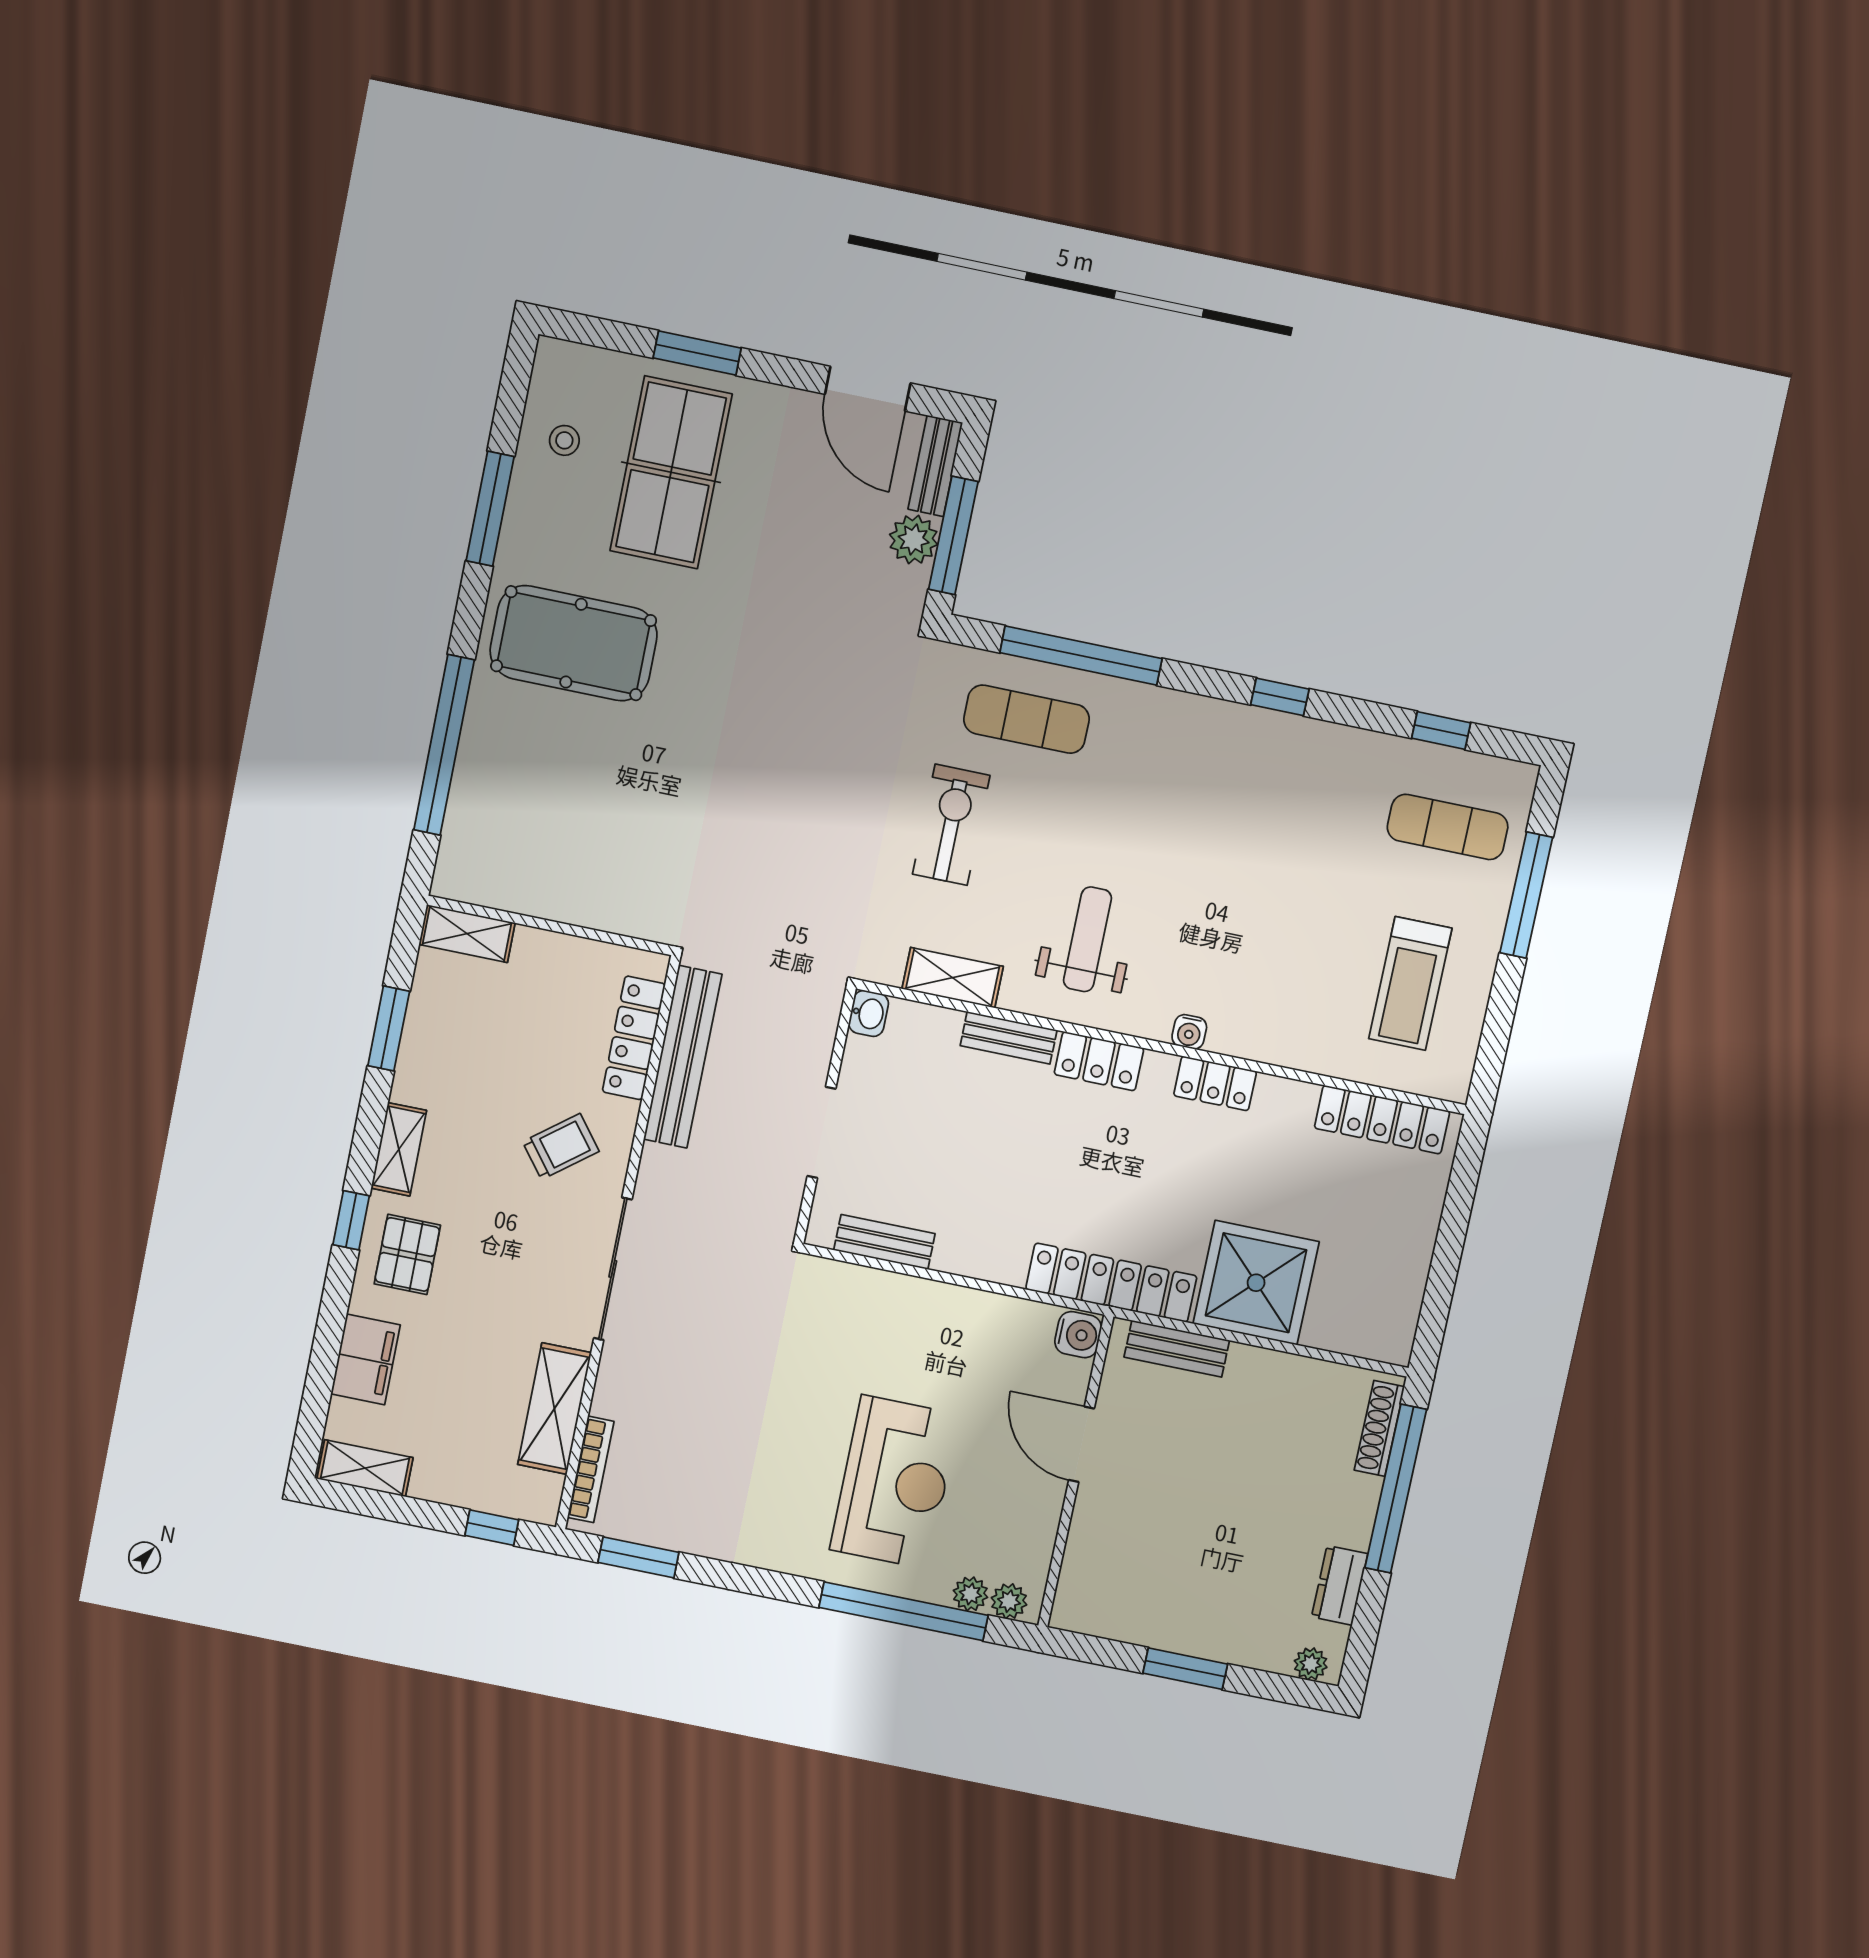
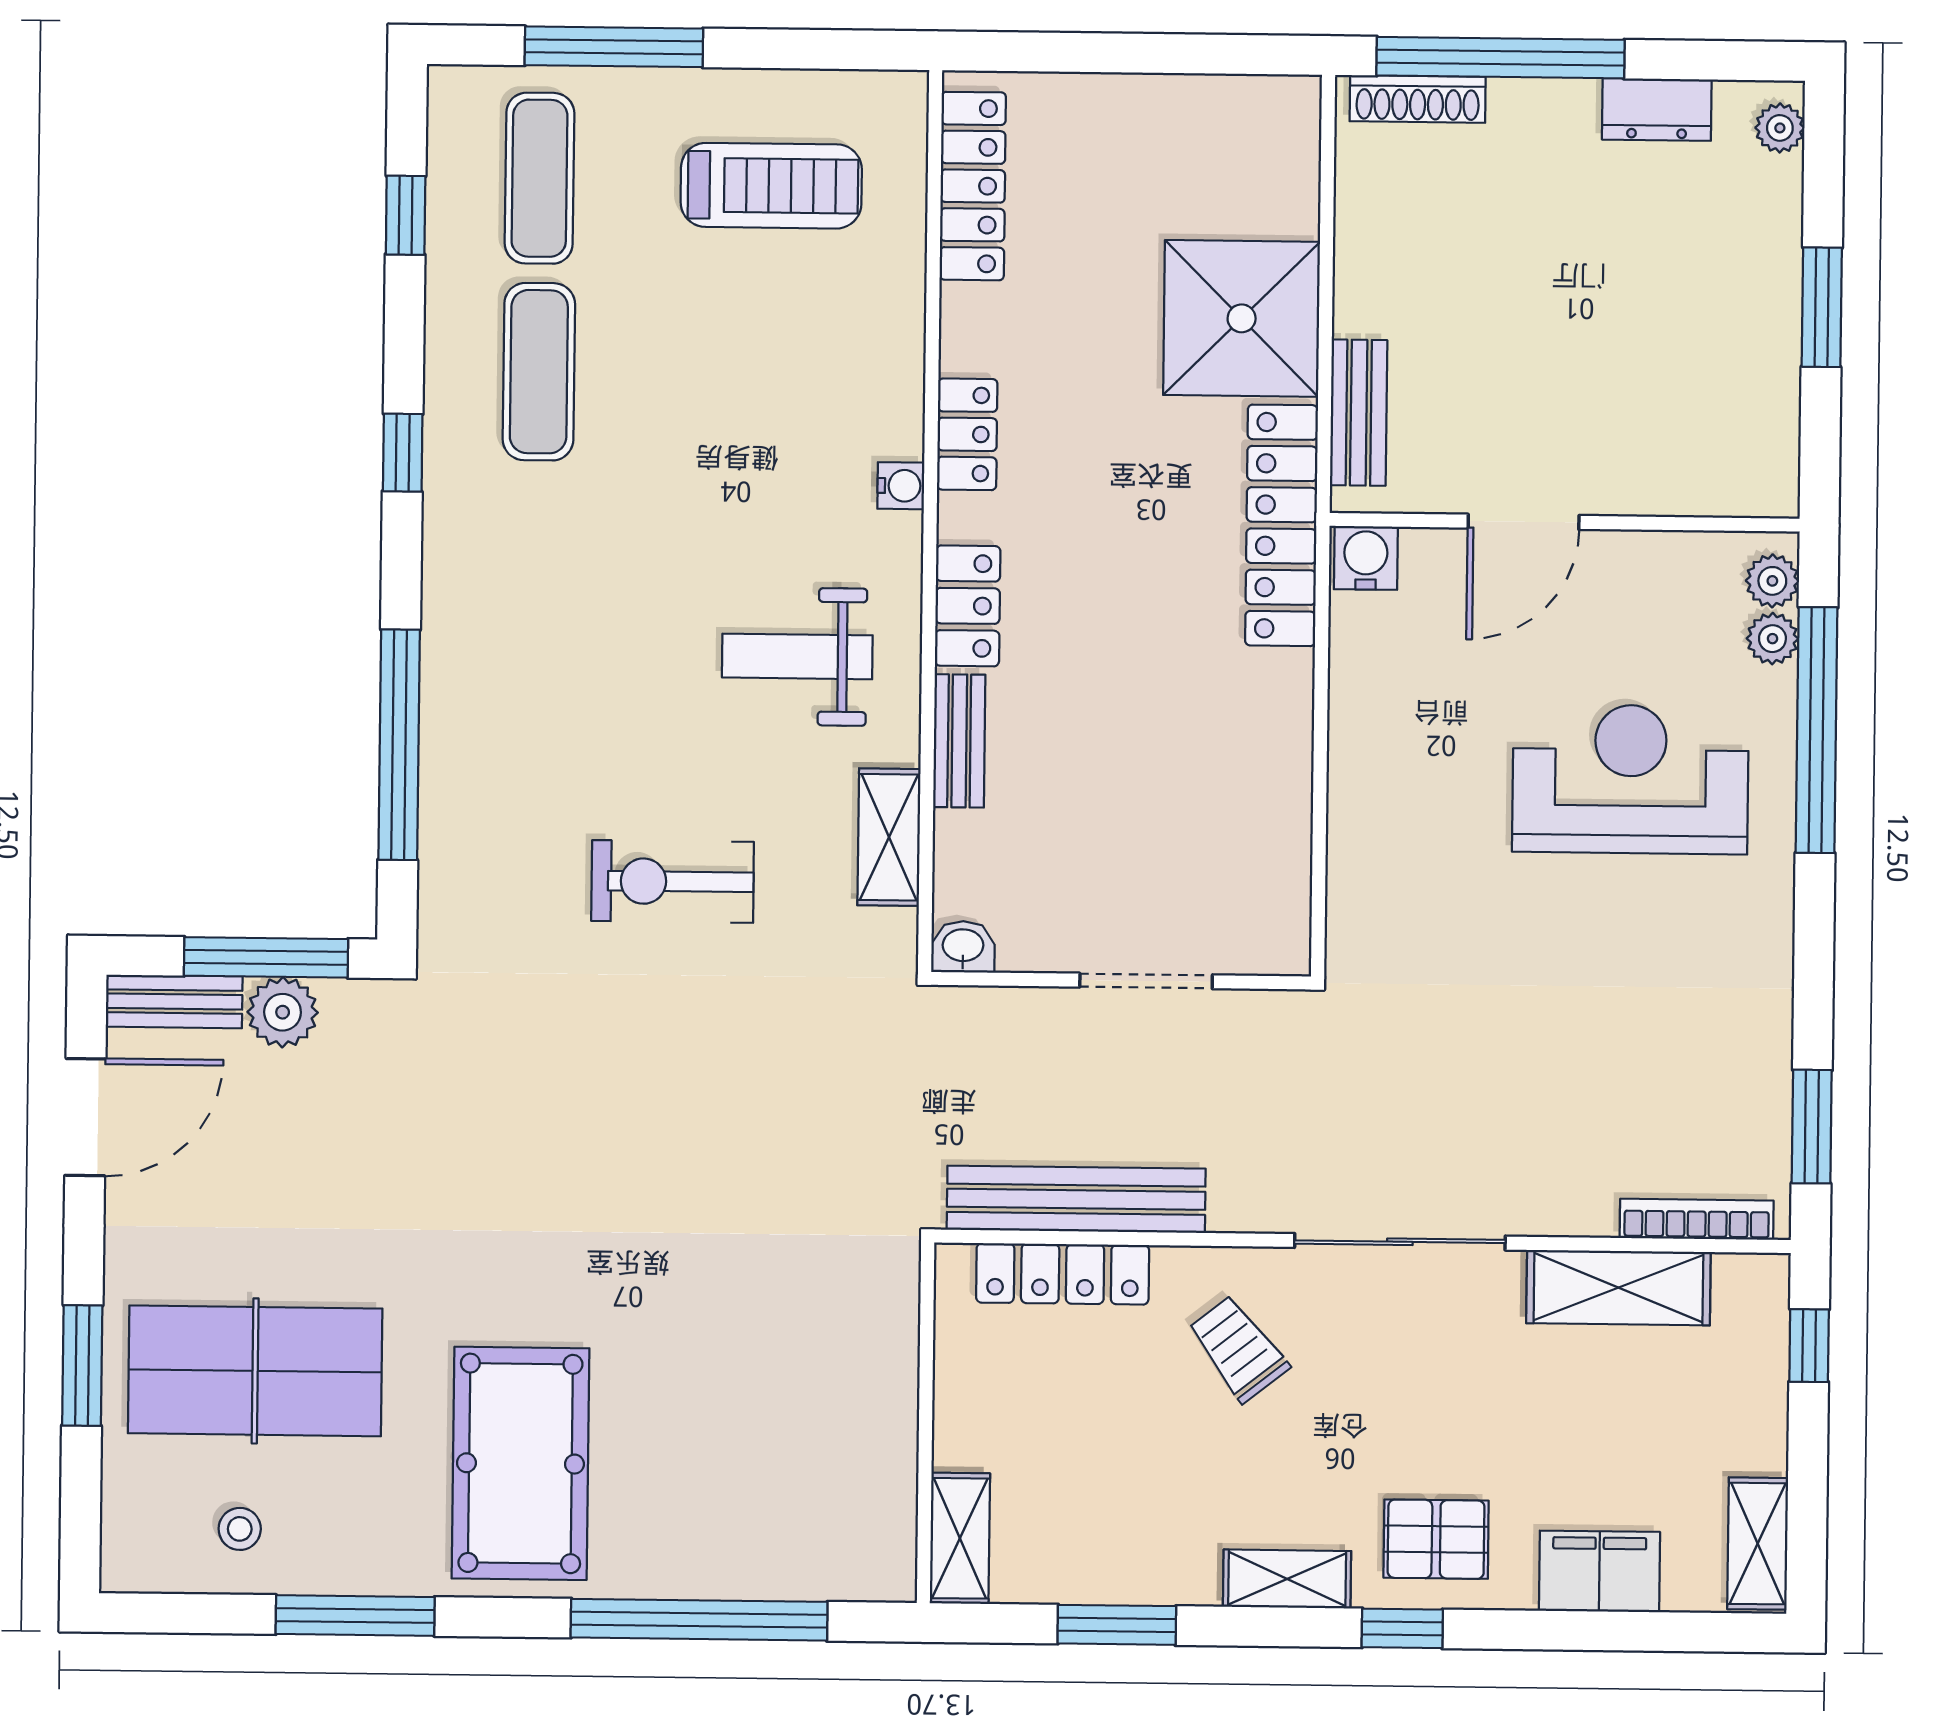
exercise mat: (1026, 719) -> (539, 372), moved
bench: (884, 1242) -> (1286, 861), removed

